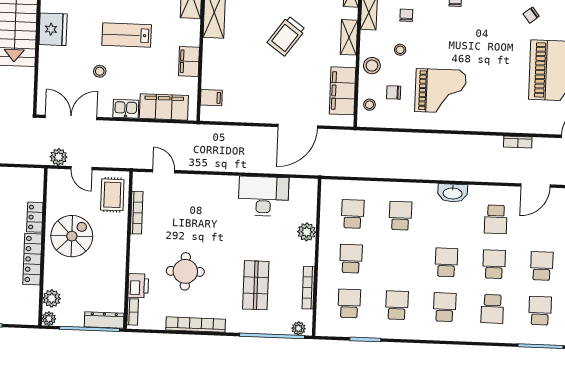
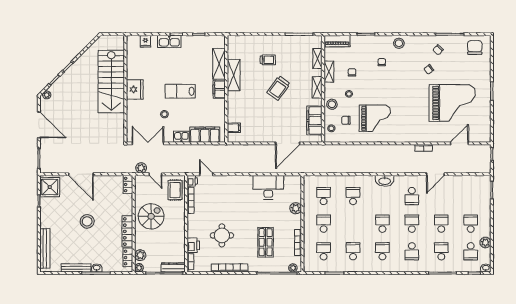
filing cabinet: (189, 62) -> (219, 89), moved
printer: (141, 181) -> (192, 181), added
locker: (35, 217) -> (128, 185), moved
locker: (31, 301) -> (128, 258), added

